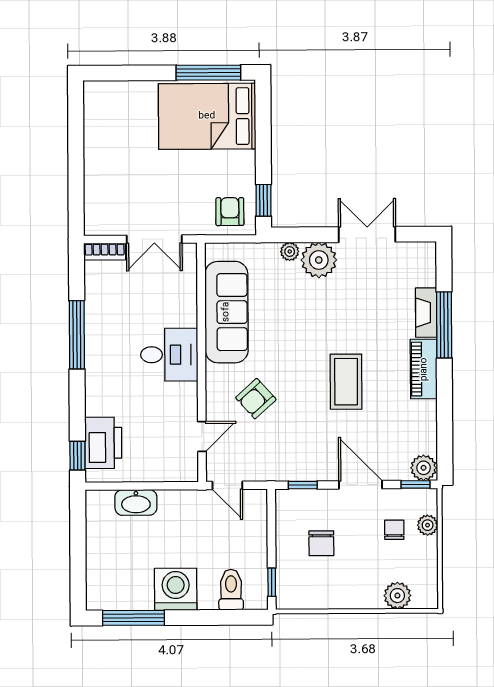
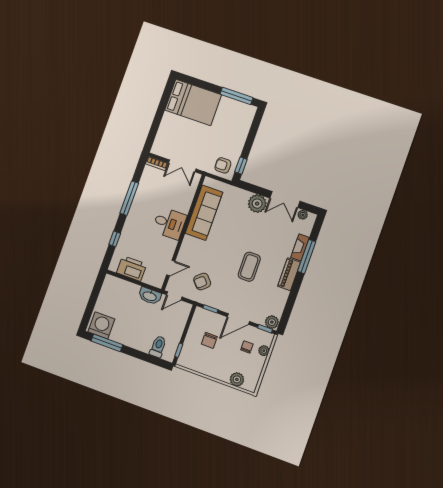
bed: (207, 116) -> (193, 102), moved, turned 180
armchair: (230, 212) -> (223, 165), turned -90
double door: (367, 234) -> (285, 200), swing flipped
plant: (290, 252) -> (303, 215), moved
armchair: (256, 399) -> (202, 281), moved
printer: (103, 443) -> (132, 268), moved, turned -90
window: (77, 456) -> (115, 239), moved
door: (227, 485) -> (174, 296), hinge flipped
door: (360, 485) -> (238, 319), swing flipped
washbasin: (136, 502) -> (150, 296), moved
washing machine: (176, 589) -> (101, 325), moved

